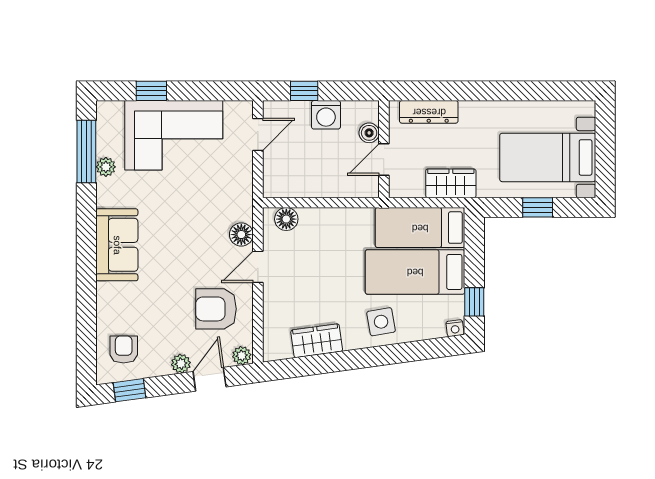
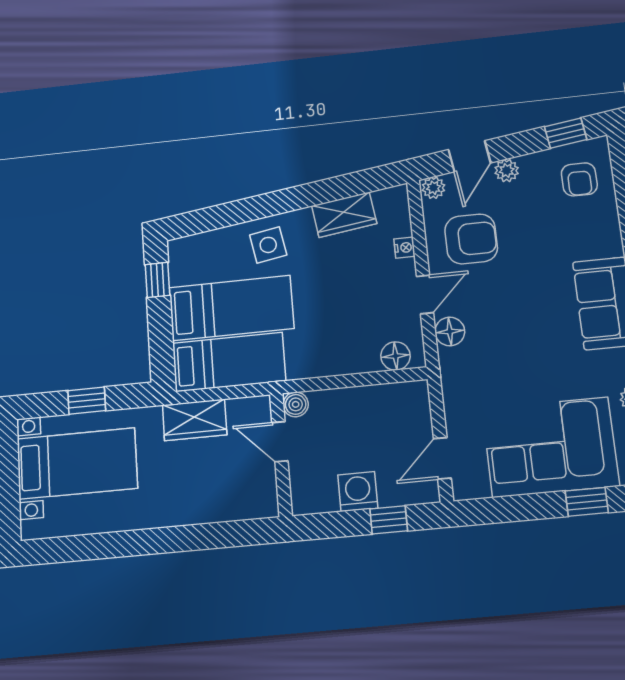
dresser: (429, 112) -> (228, 507), removed
boiler: (369, 133) -> (296, 404), moved
door: (384, 159) -> (280, 442), swing flipped
nightstand: (455, 328) -> (405, 248), moved, turned 98

